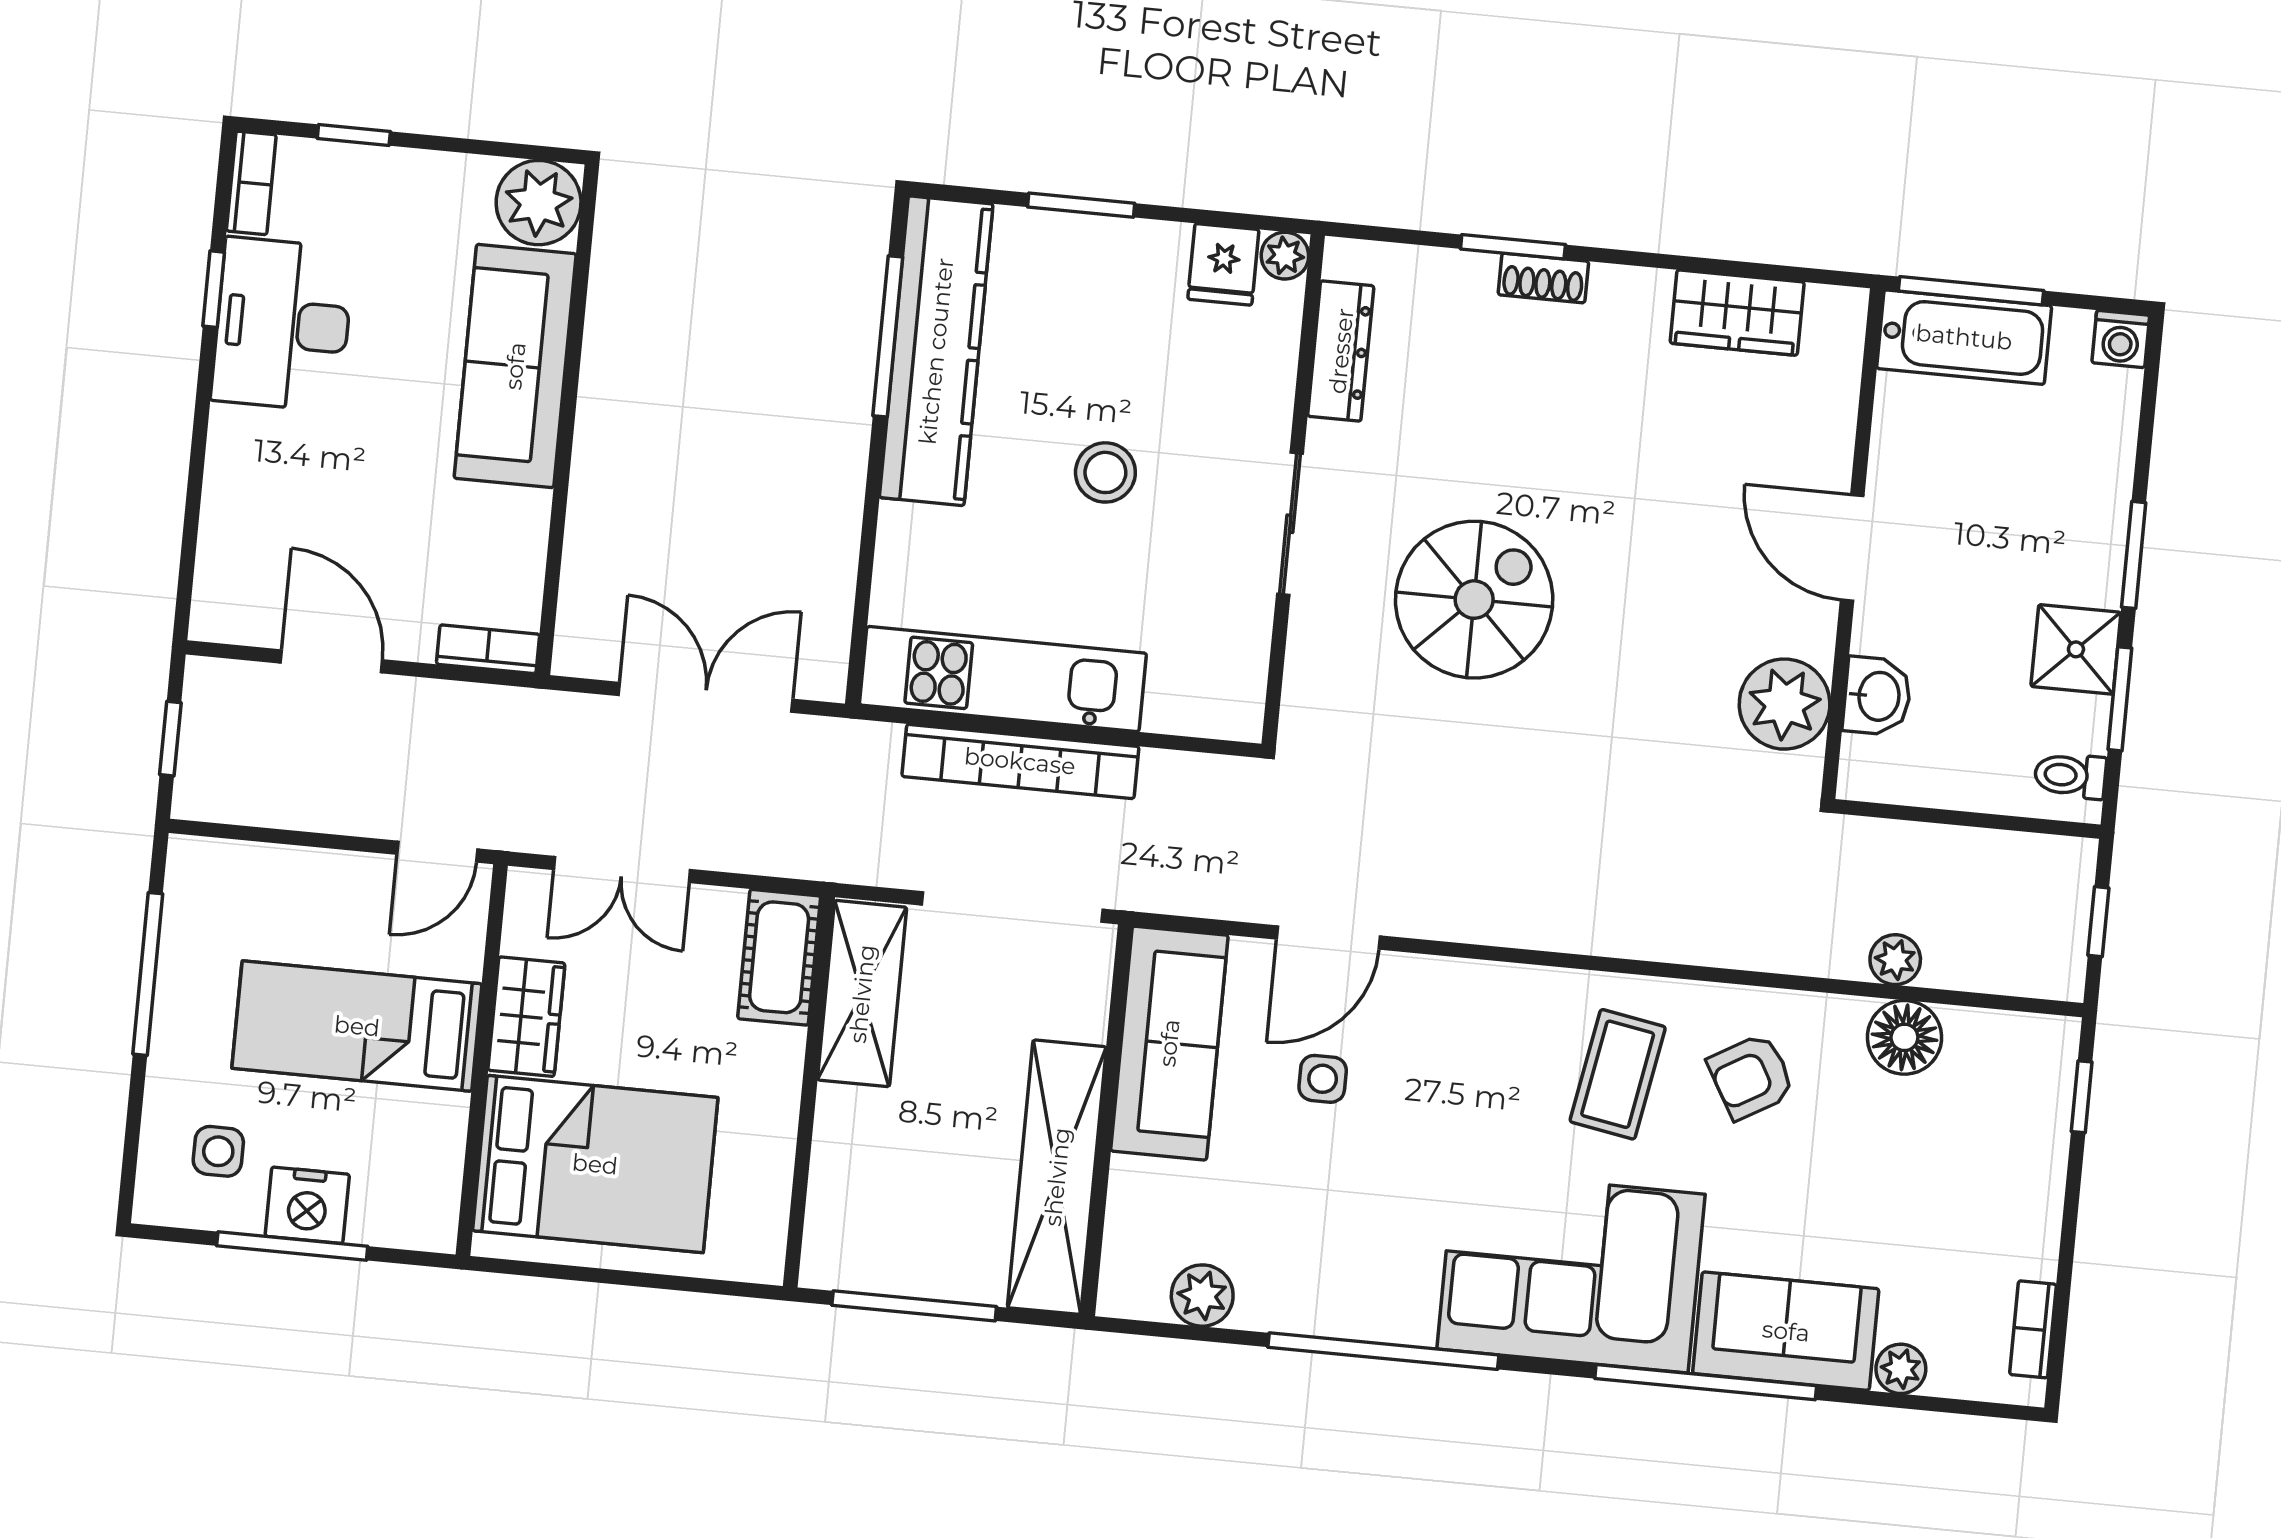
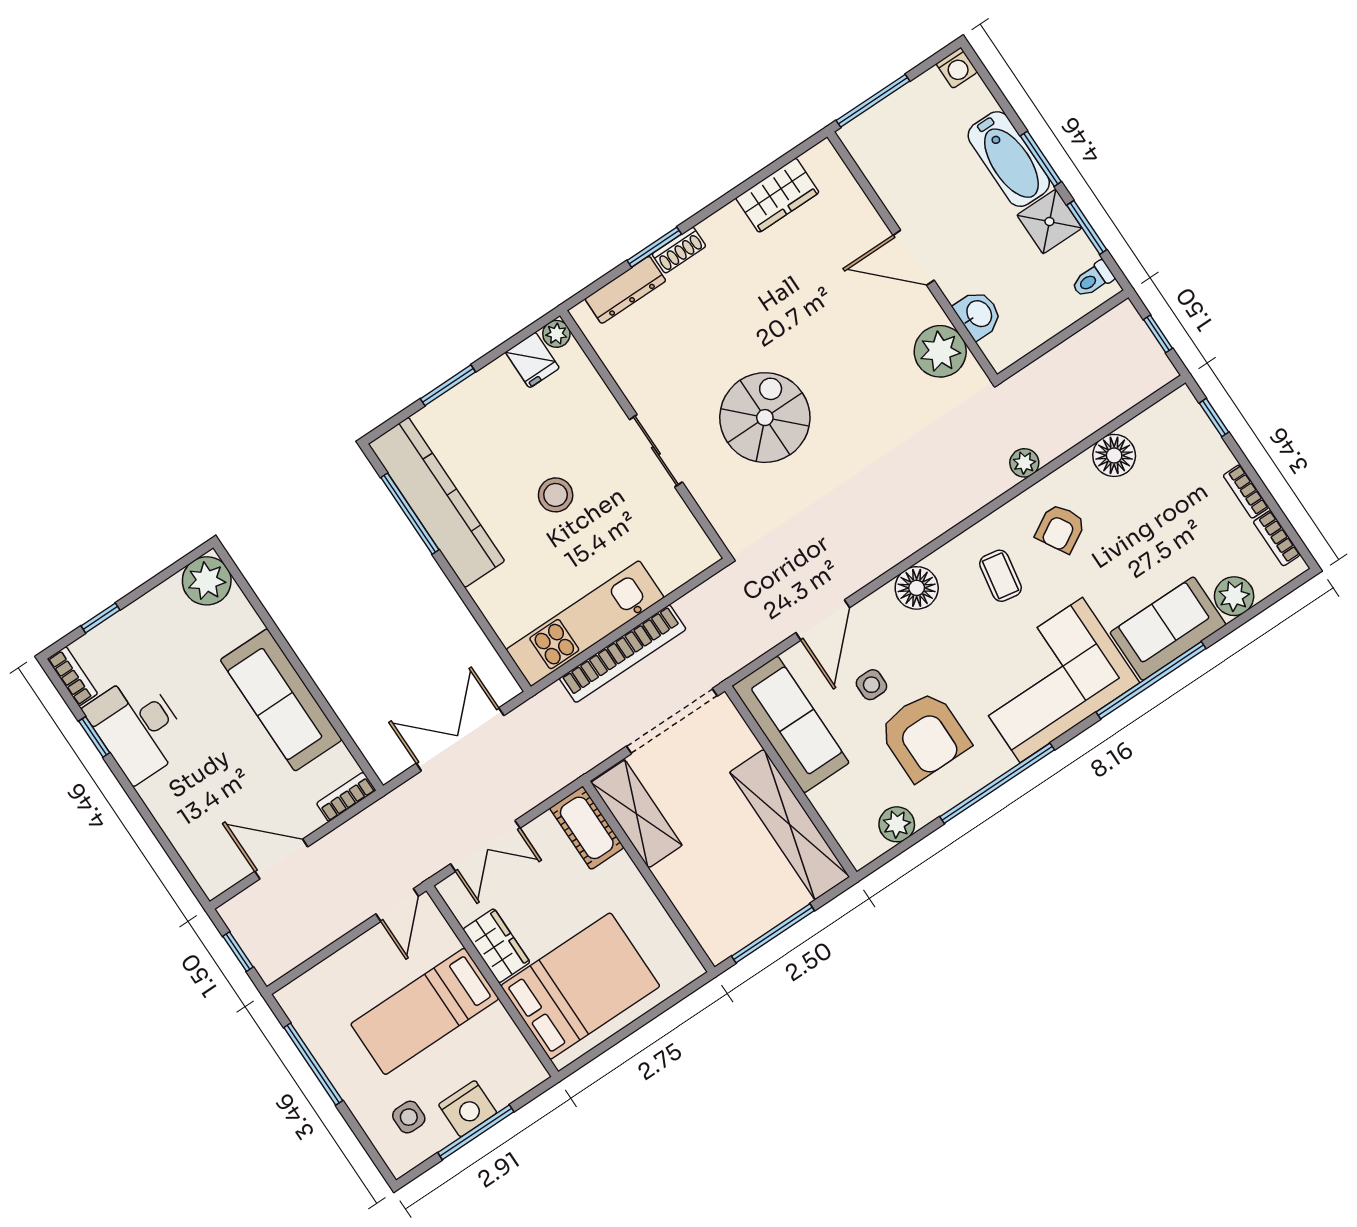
bathtub: (1964, 337) -> (1009, 159), moved, turned 90
dresser: (1341, 351) -> (625, 290), moved, turned 90
sofa: (515, 366) -> (281, 700), moved
plant: (1895, 960) -> (1024, 463), moved
floor lamp: (1491, 998) -> (917, 588), added
coffee table: (1618, 1074) -> (1000, 576), width x0.73, depth x0.77
armchair: (1338, 1206) -> (924, 736), added
bookcase: (2043, 1232) -> (1246, 491), added
plant: (1901, 1369) -> (1234, 596), width x1.38, depth x1.38

